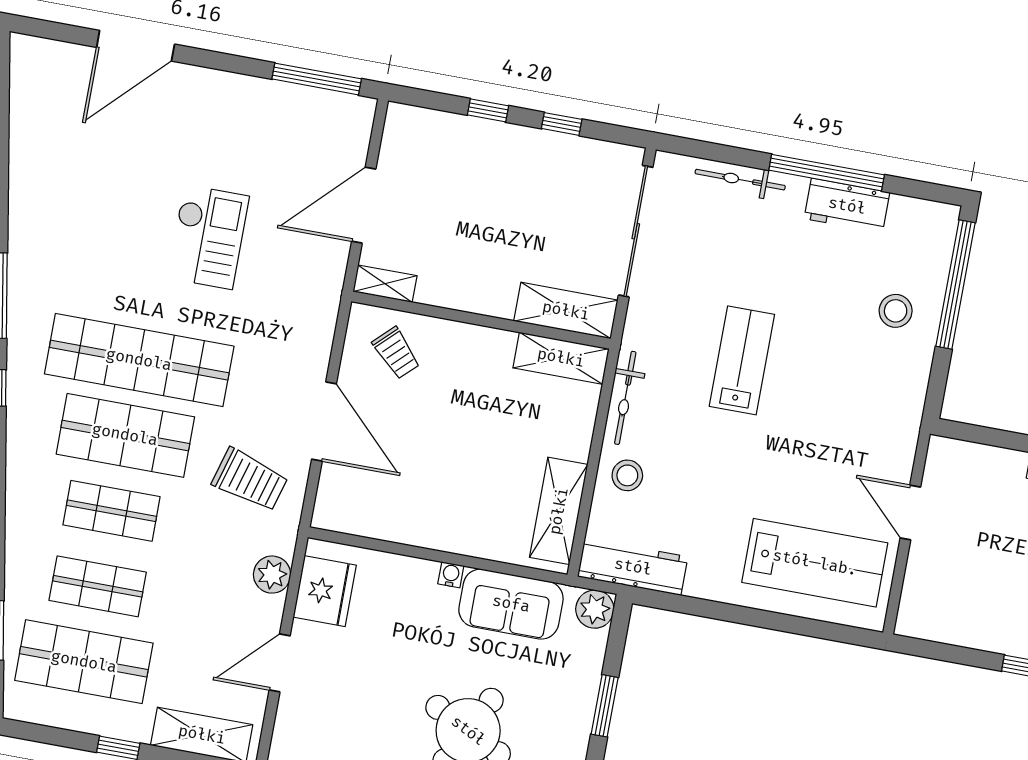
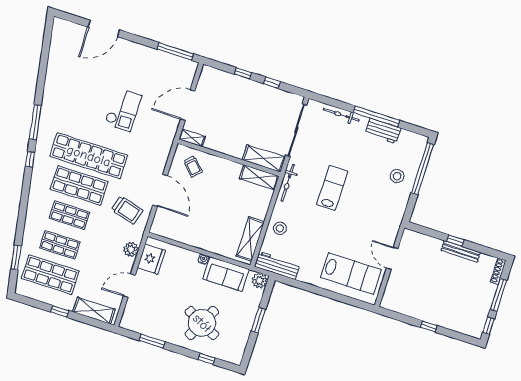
bicycle: (625, 398) -> (288, 183), moved

